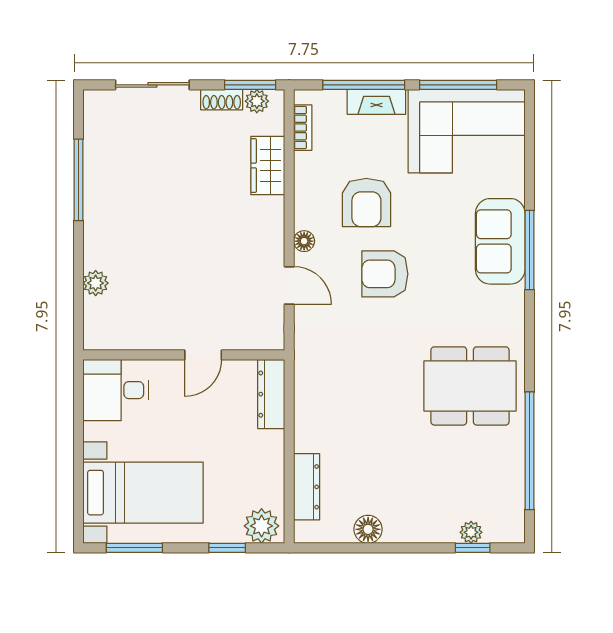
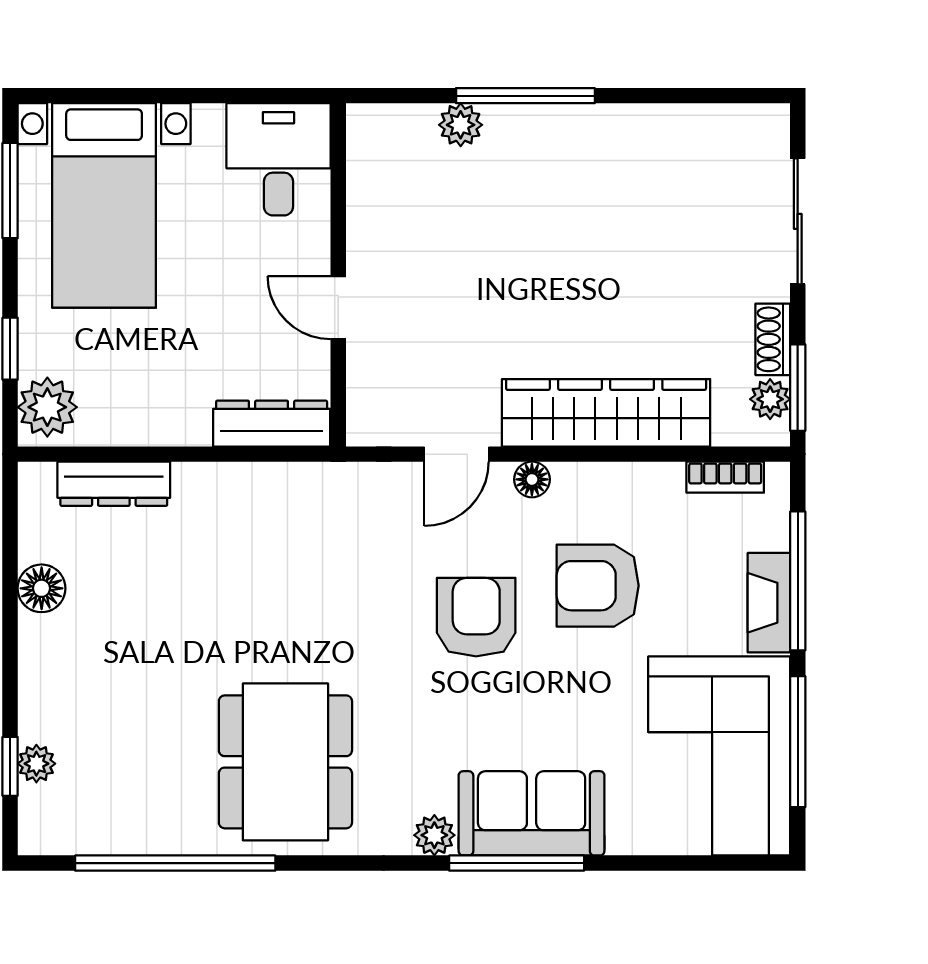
wardrobe: (268, 166) -> (606, 413), width x2.10, depth x1.17
window: (78, 180) -> (525, 96), moved
plant: (513, 298) -> (434, 835), added

